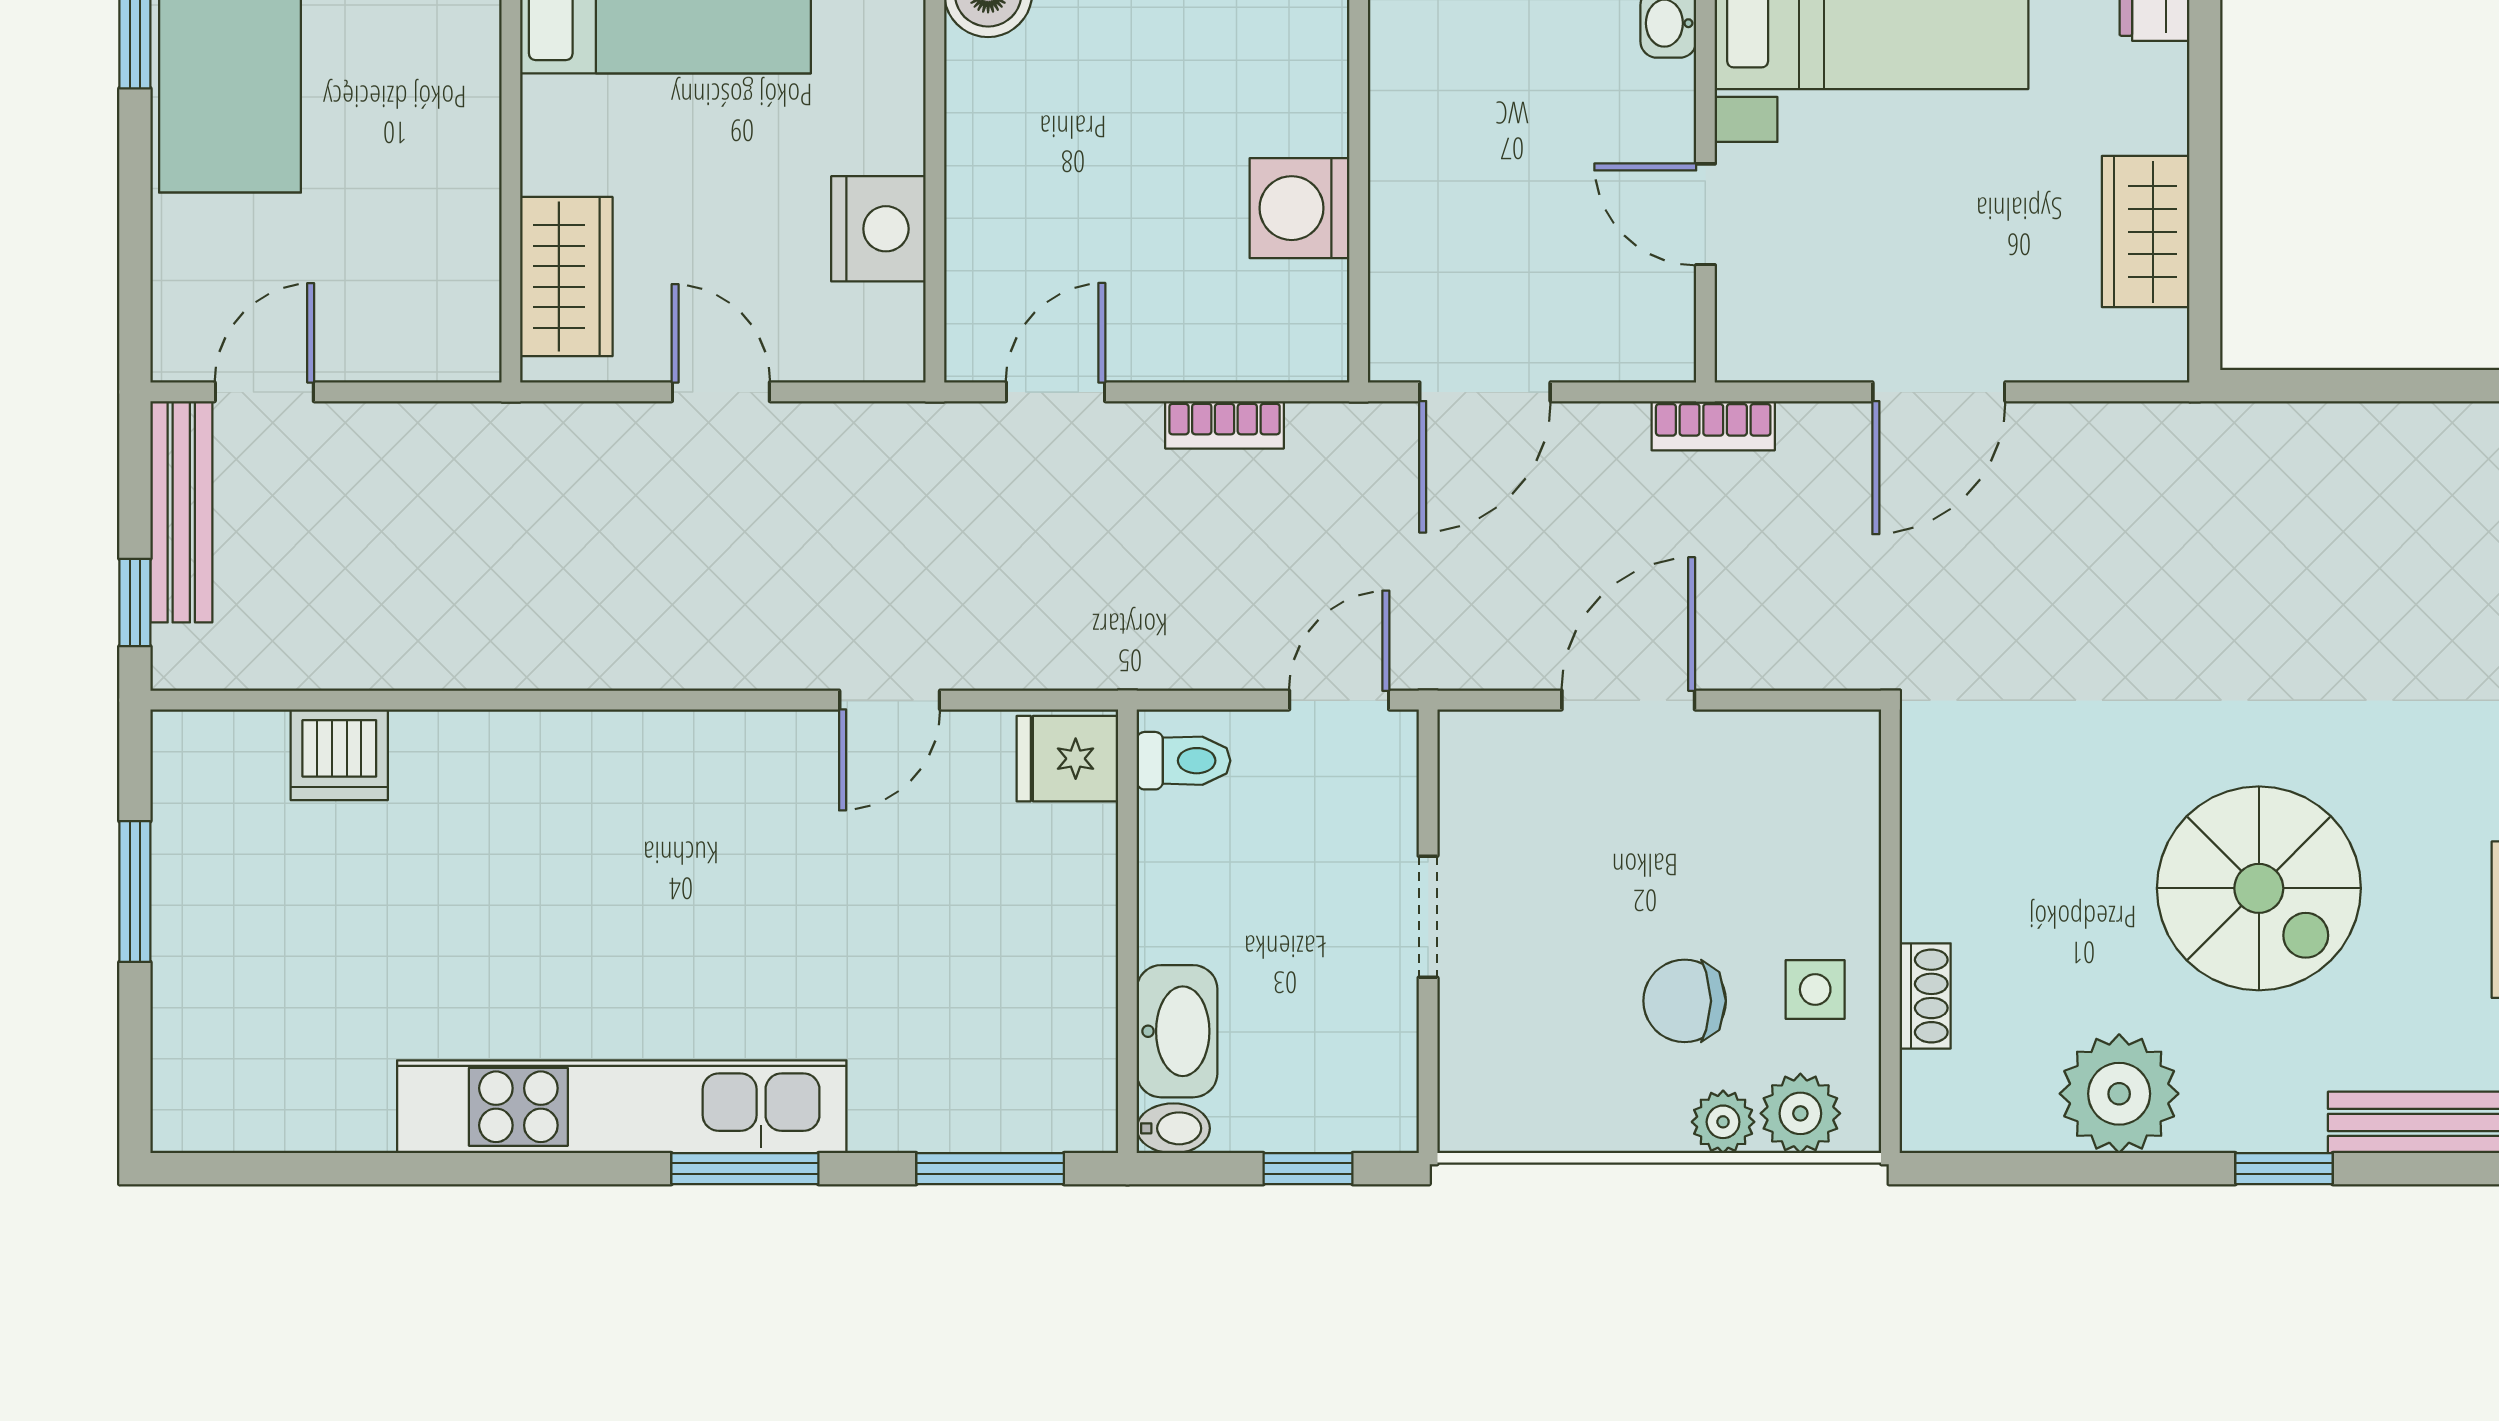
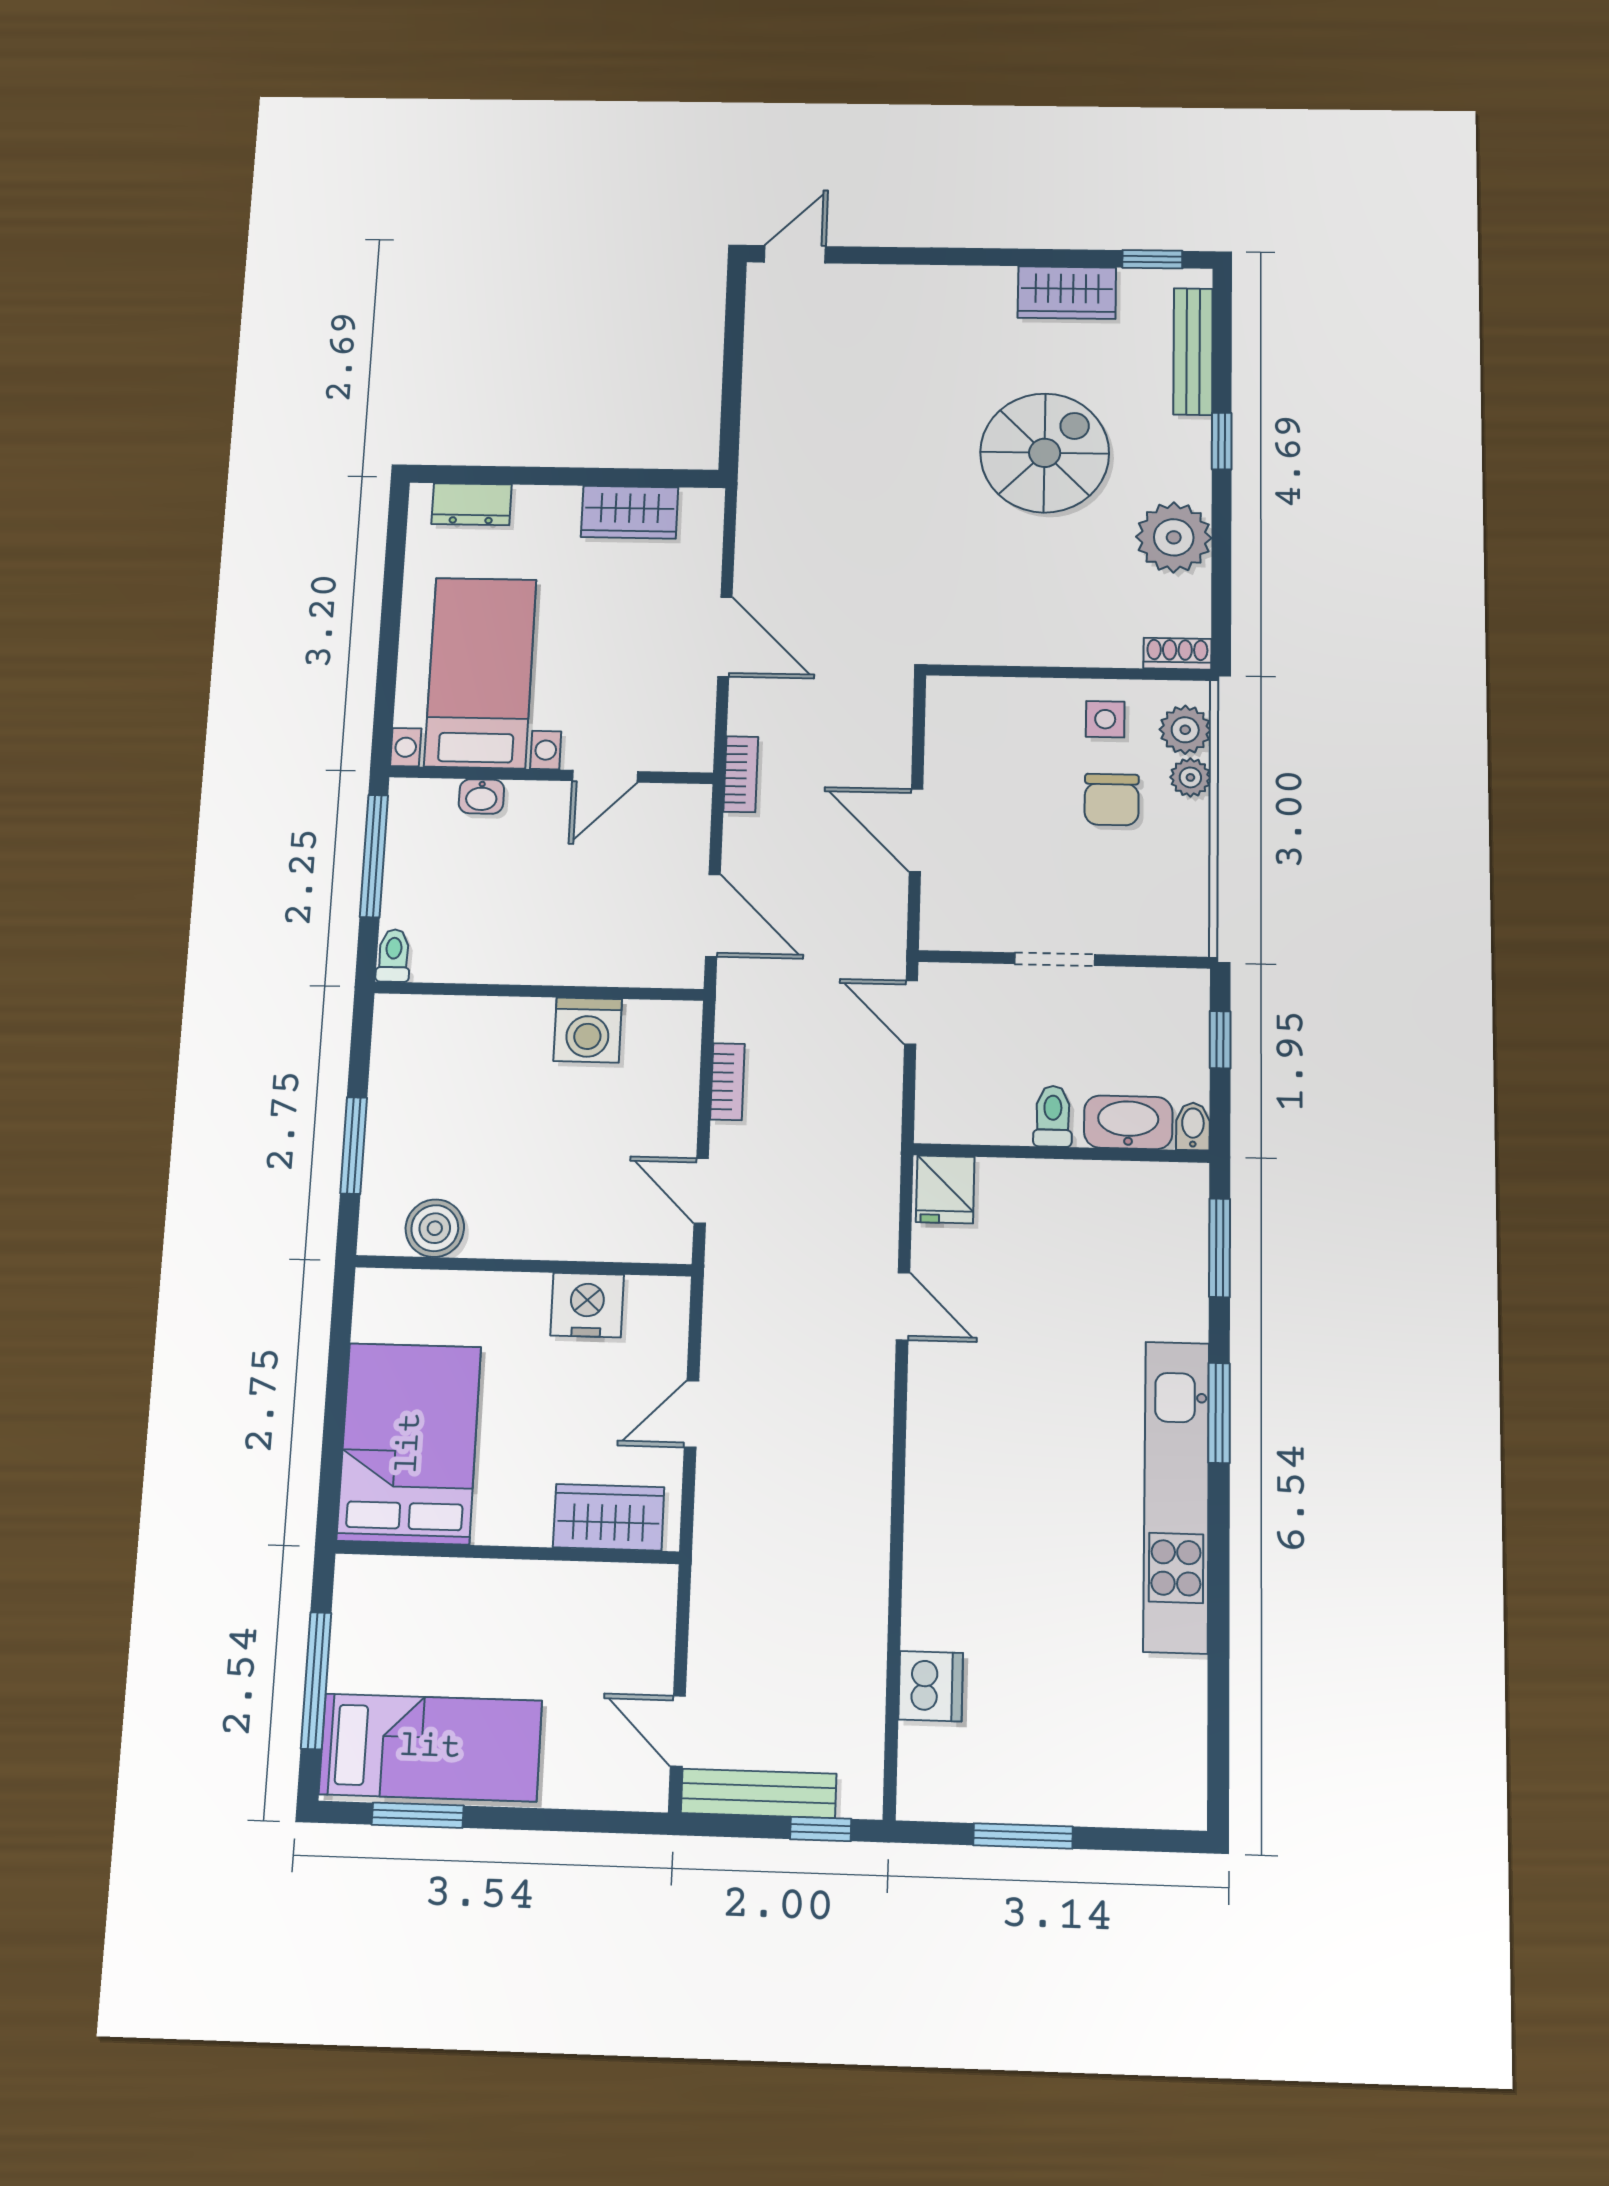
toilet: (1184, 761) -> (1053, 1116), moved
shoe rack: (1925, 996) -> (1177, 654), moved

